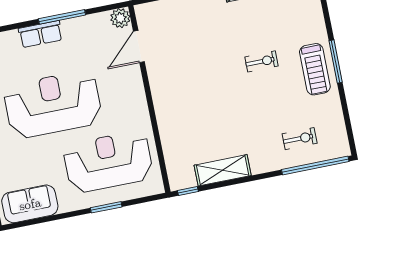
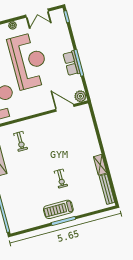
row of seats: (40, 34) -> (72, 63), moved
exercise bike: (300, 139) -> (21, 141), moved

